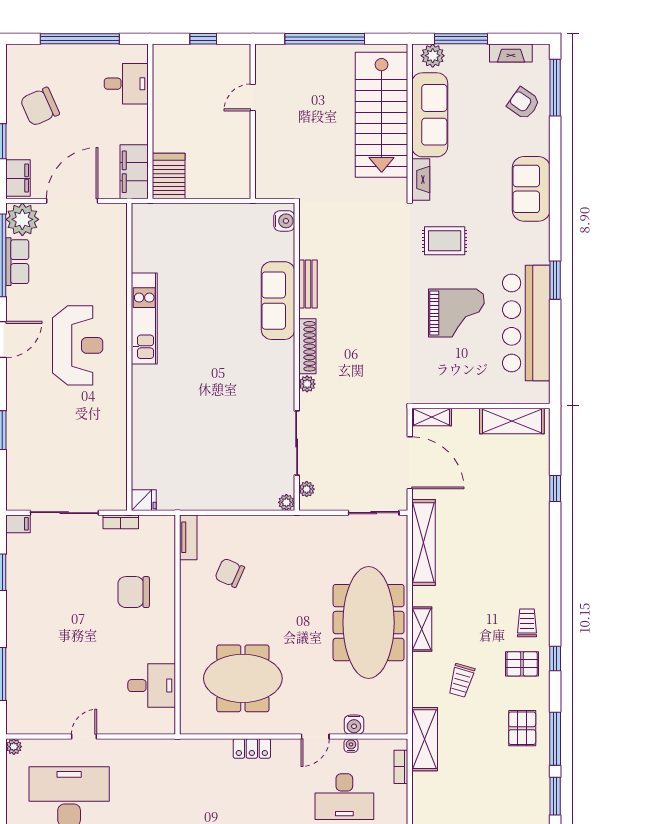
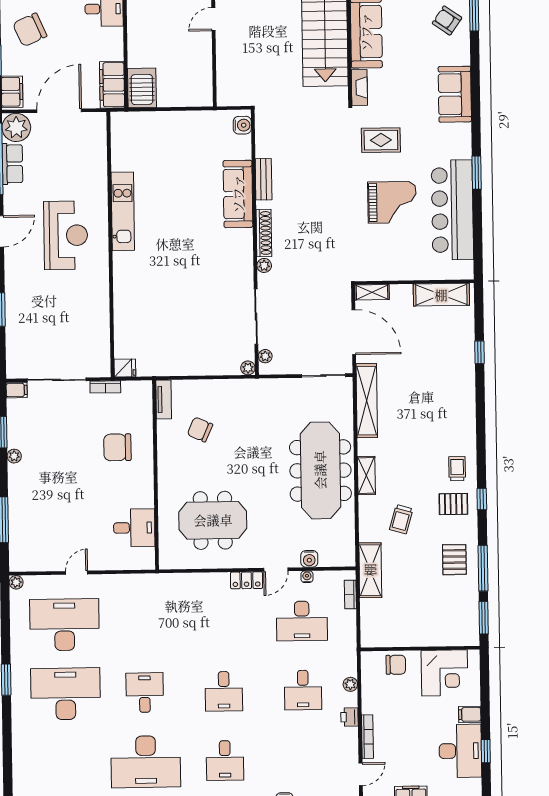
plant: (14, 600) -> (14, 456), added
locker: (252, 748) -> (247, 580), moved

